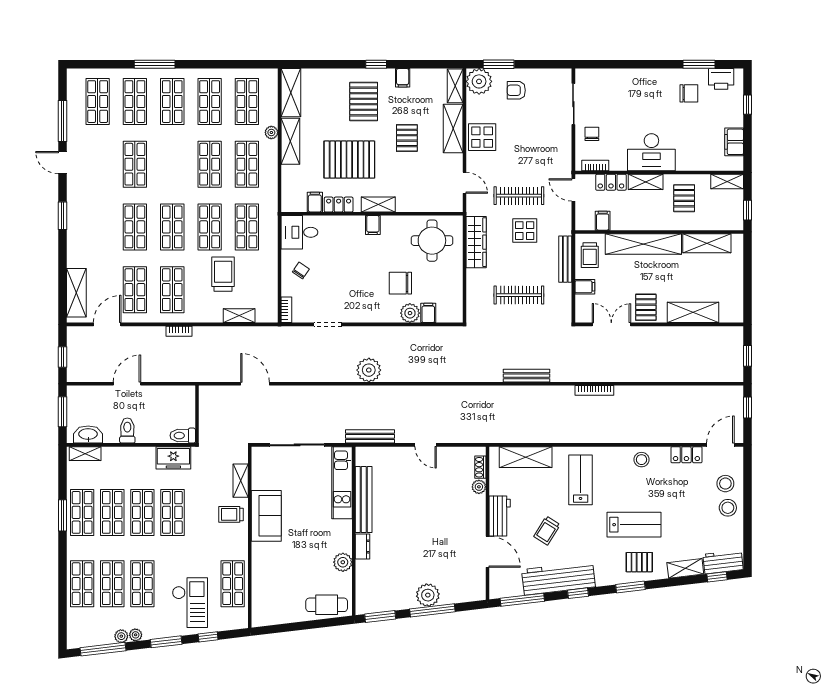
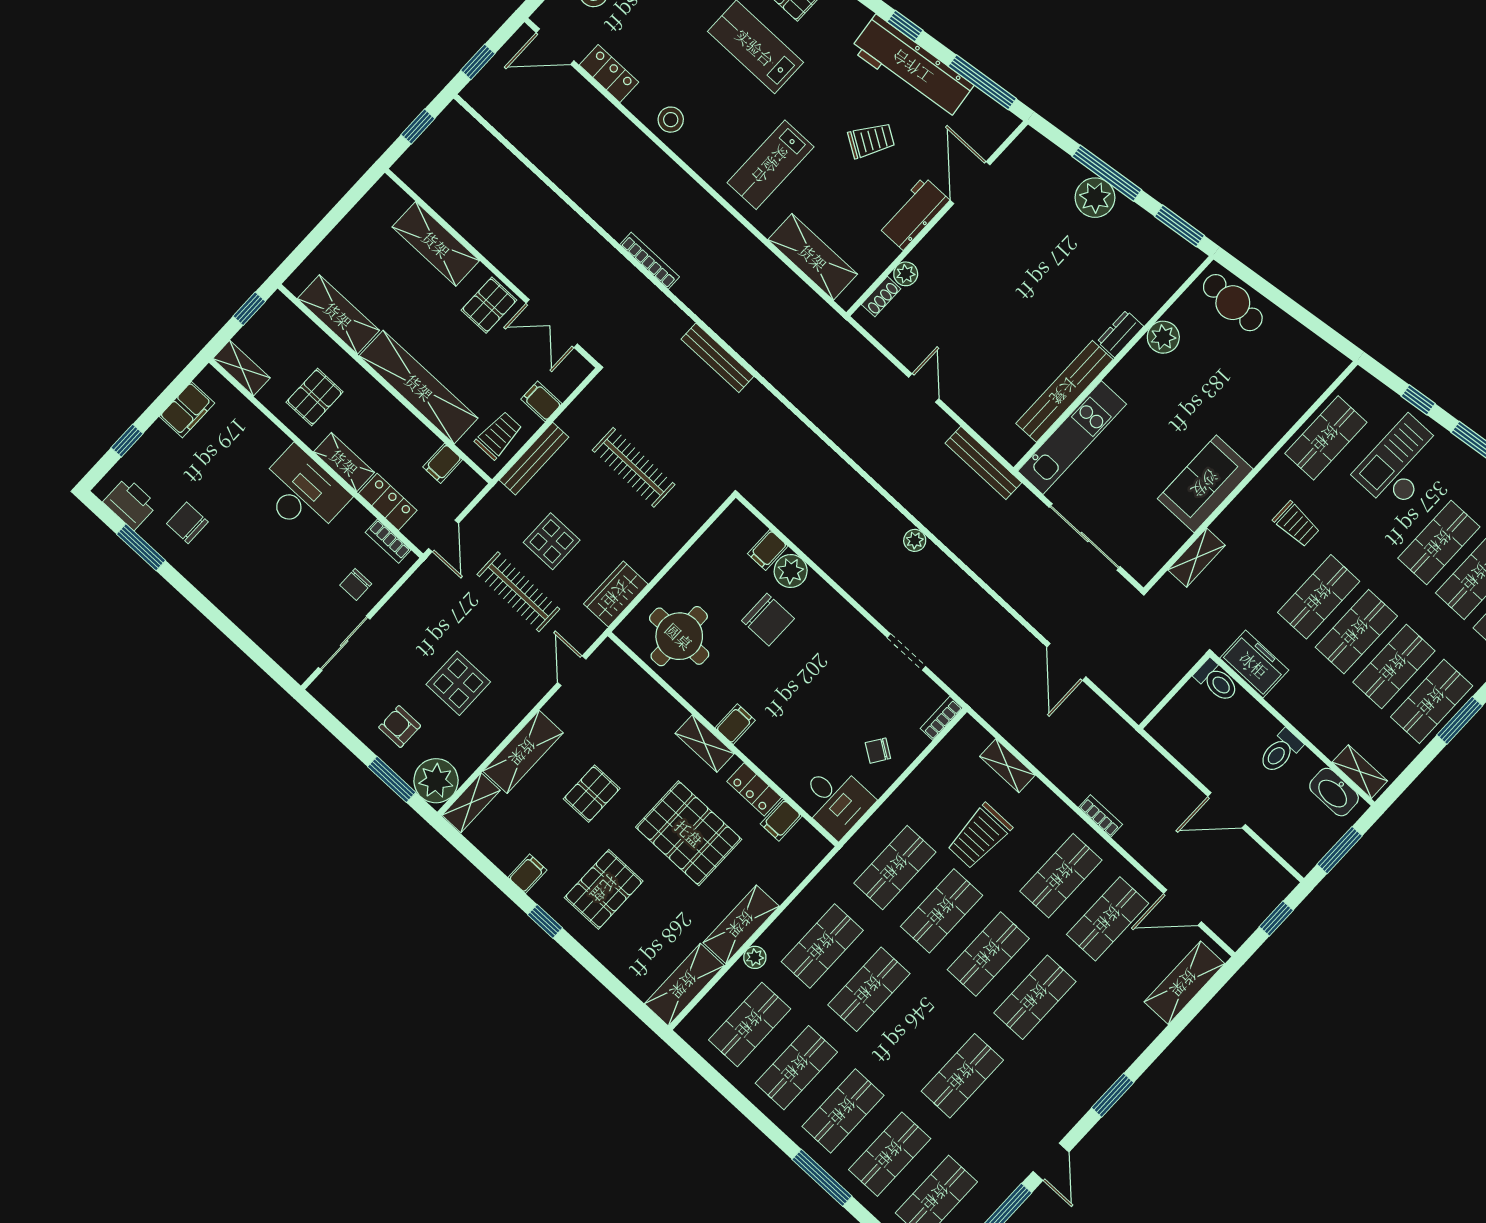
armchair: (516, 90) -> (400, 727), turned 180
display table: (482, 137) -> (458, 683), moved
wardrobe: (476, 242) -> (616, 594), width x0.67
plant: (369, 370) -> (915, 540), width x0.53, depth x0.53
trolley: (231, 514) -> (1296, 524), moved

